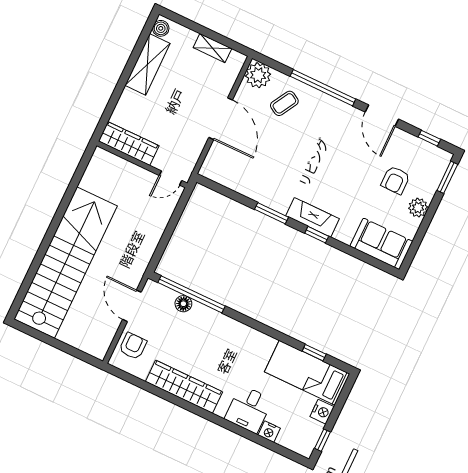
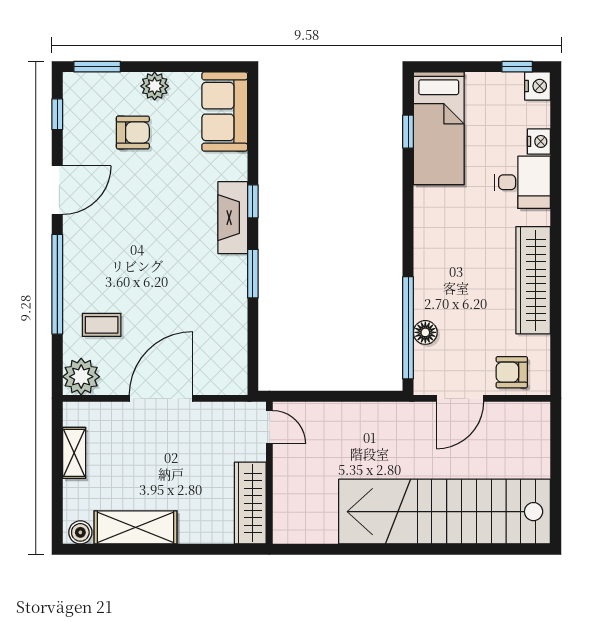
coffee table: (284, 103) -> (102, 325), turned -30
nightstand: (322, 412) -> (538, 86), moved, turned 90

